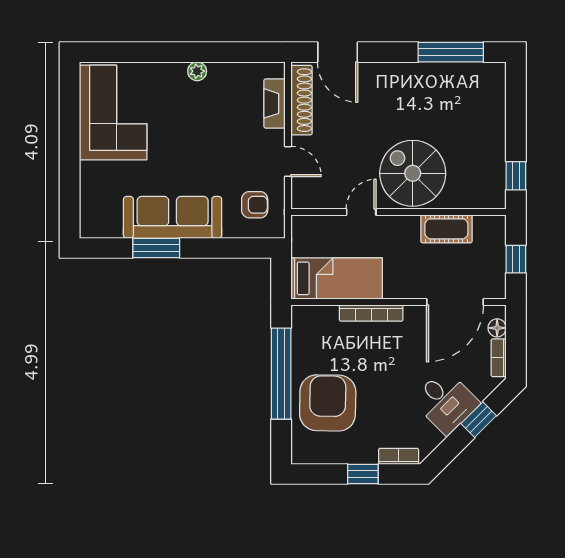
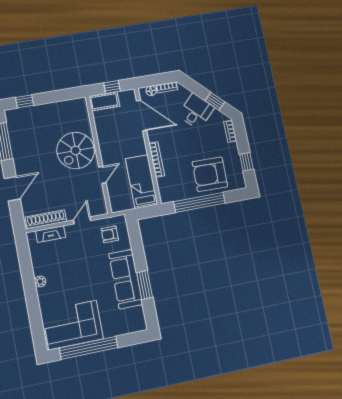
door: (338, 52) -> (12, 189), moved
window: (70, 132) -> (89, 348), added
window: (516, 176) -> (25, 101), moved
armchair: (255, 205) -> (110, 234), turned -90
door: (361, 212) -> (102, 175), swing flipped
cot: (446, 229) -> (104, 101), moved, turned 90
window: (479, 420) -> (215, 101), moved
window: (363, 474) -> (246, 162), moved

